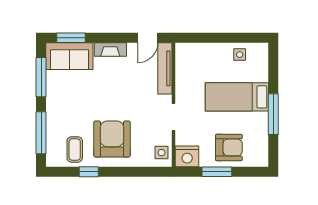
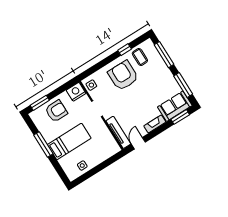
armchair: (112, 139) -> (123, 76), turned 180
armchair: (229, 147) -> (56, 111), turned 180
window: (217, 172) -> (40, 103), moved

